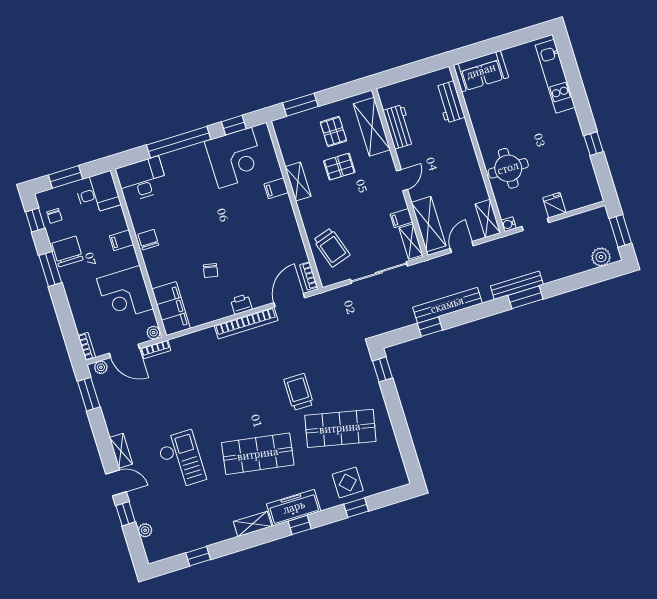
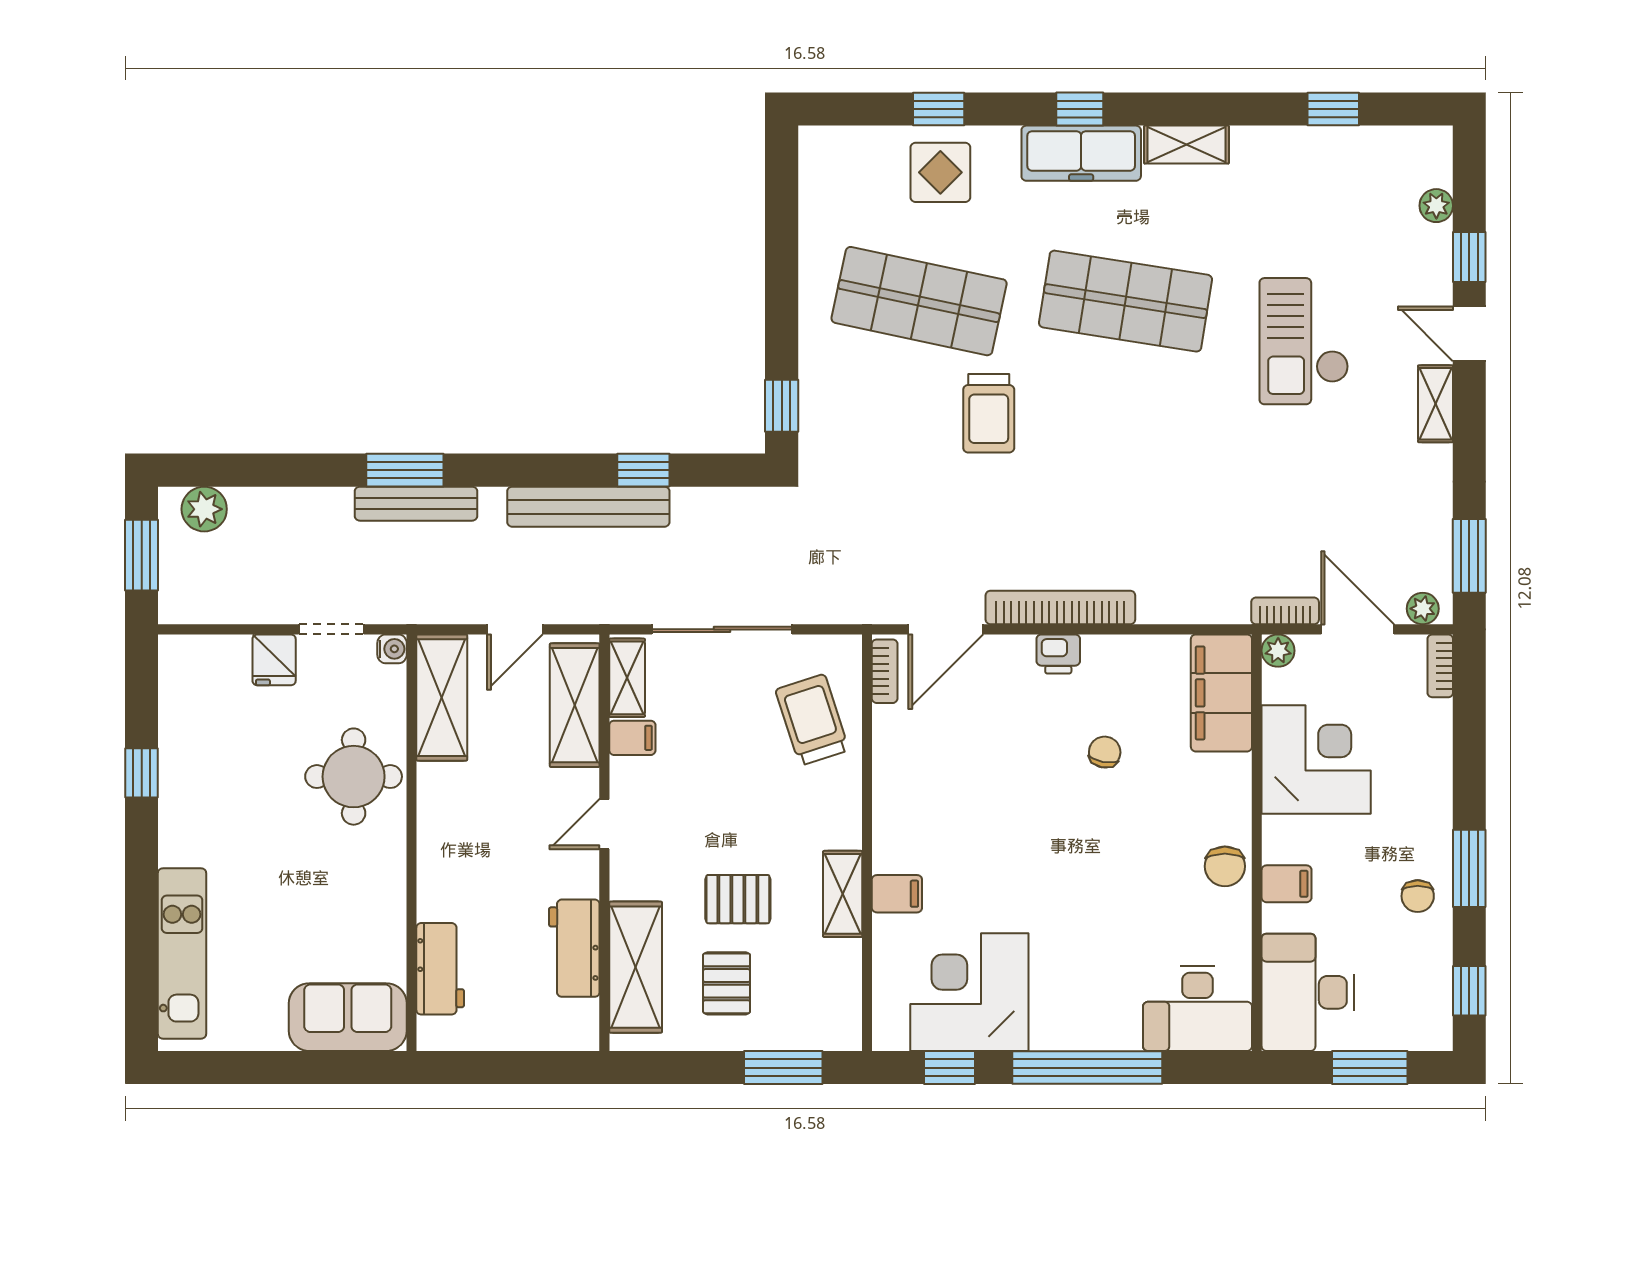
desk: (98, 193) -> (1308, 992), width x1.37
chair: (54, 216) -> (1422, 986), removed
shelving: (488, 218) -> (442, 698), width x1.50, depth x1.33
chair: (67, 251) -> (1418, 896), width x0.54, depth x0.54

